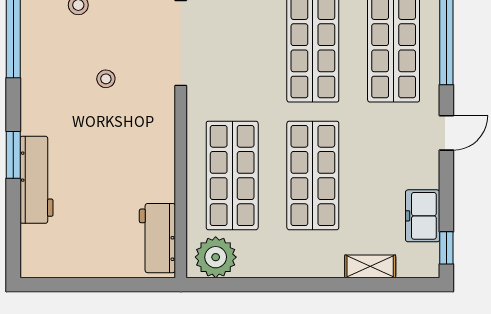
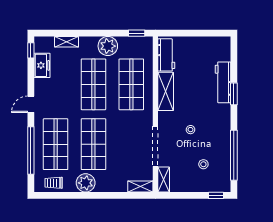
shelving: (159, 160) -> (166, 91), added
plant: (216, 257) -> (108, 46), moved
window: (221, 285) -> (137, 33), added

